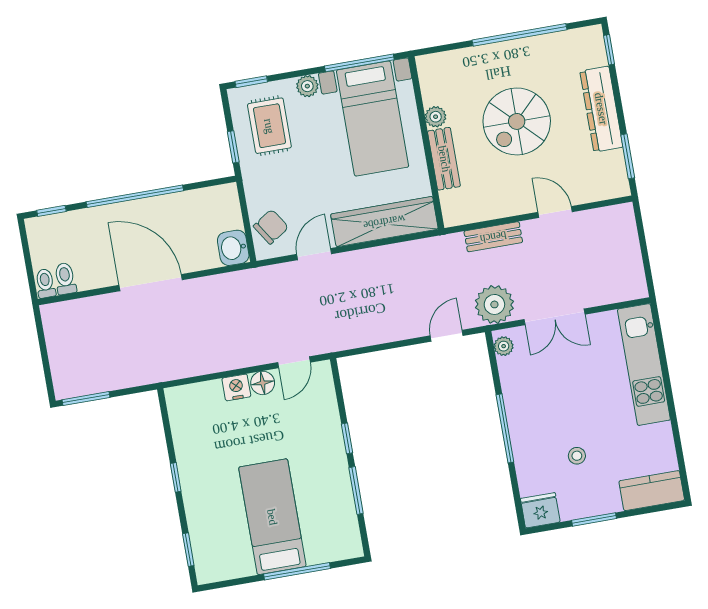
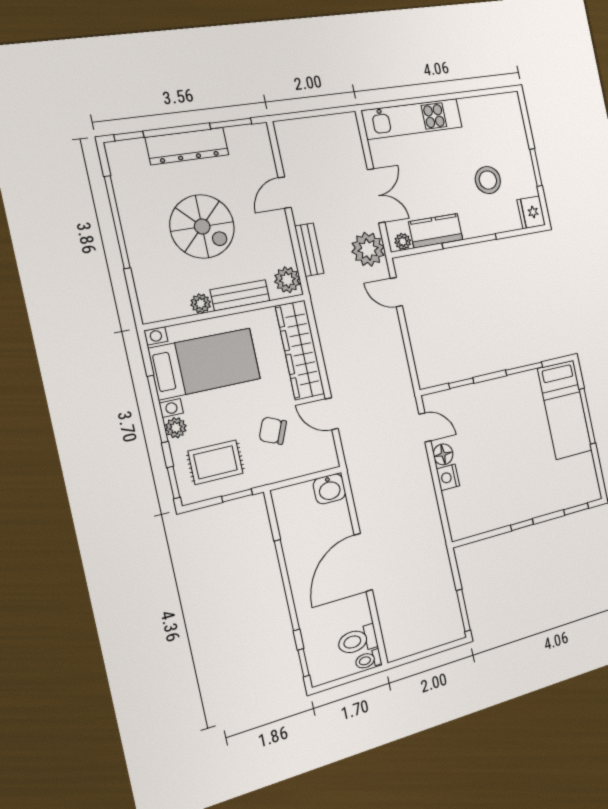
window: (359, 63) -> (158, 409), moved
plant: (460, 211) -> (287, 280), added
chair: (271, 227) -> (273, 431), moved, turned -34
toilet: (65, 279) -> (358, 640), width x1.37, depth x1.39
window: (347, 438) -> (461, 383), moved
stool: (577, 456) -> (488, 180), width x1.89, depth x1.89
kitchen counter: (652, 491) -> (436, 231), moved, turned 90
bed: (272, 517) -> (565, 410), moved, turned -90

